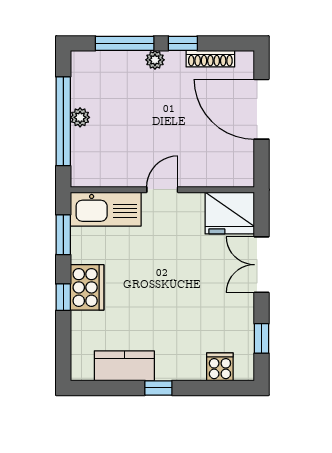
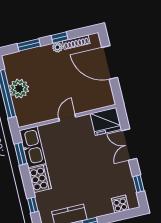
window: (125, 43) -> (29, 45), width x0.69
plant: (155, 60) -> (57, 47), moved
plant: (80, 117) -> (19, 89), width x1.88, depth x1.88
kitchen sink: (106, 209) -> (32, 147), moved, turned -90
window: (63, 297) -> (33, 205), moved

